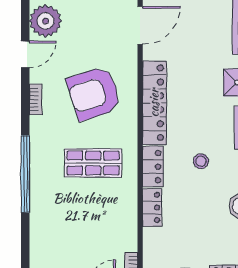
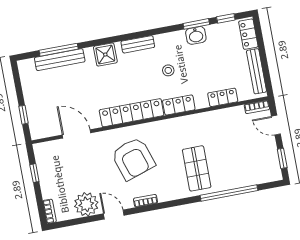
shop shelf: (93, 163) -> (197, 168), moved
window: (25, 174) -> (229, 193), moved
locker: (152, 208) -> (223, 97), moved

